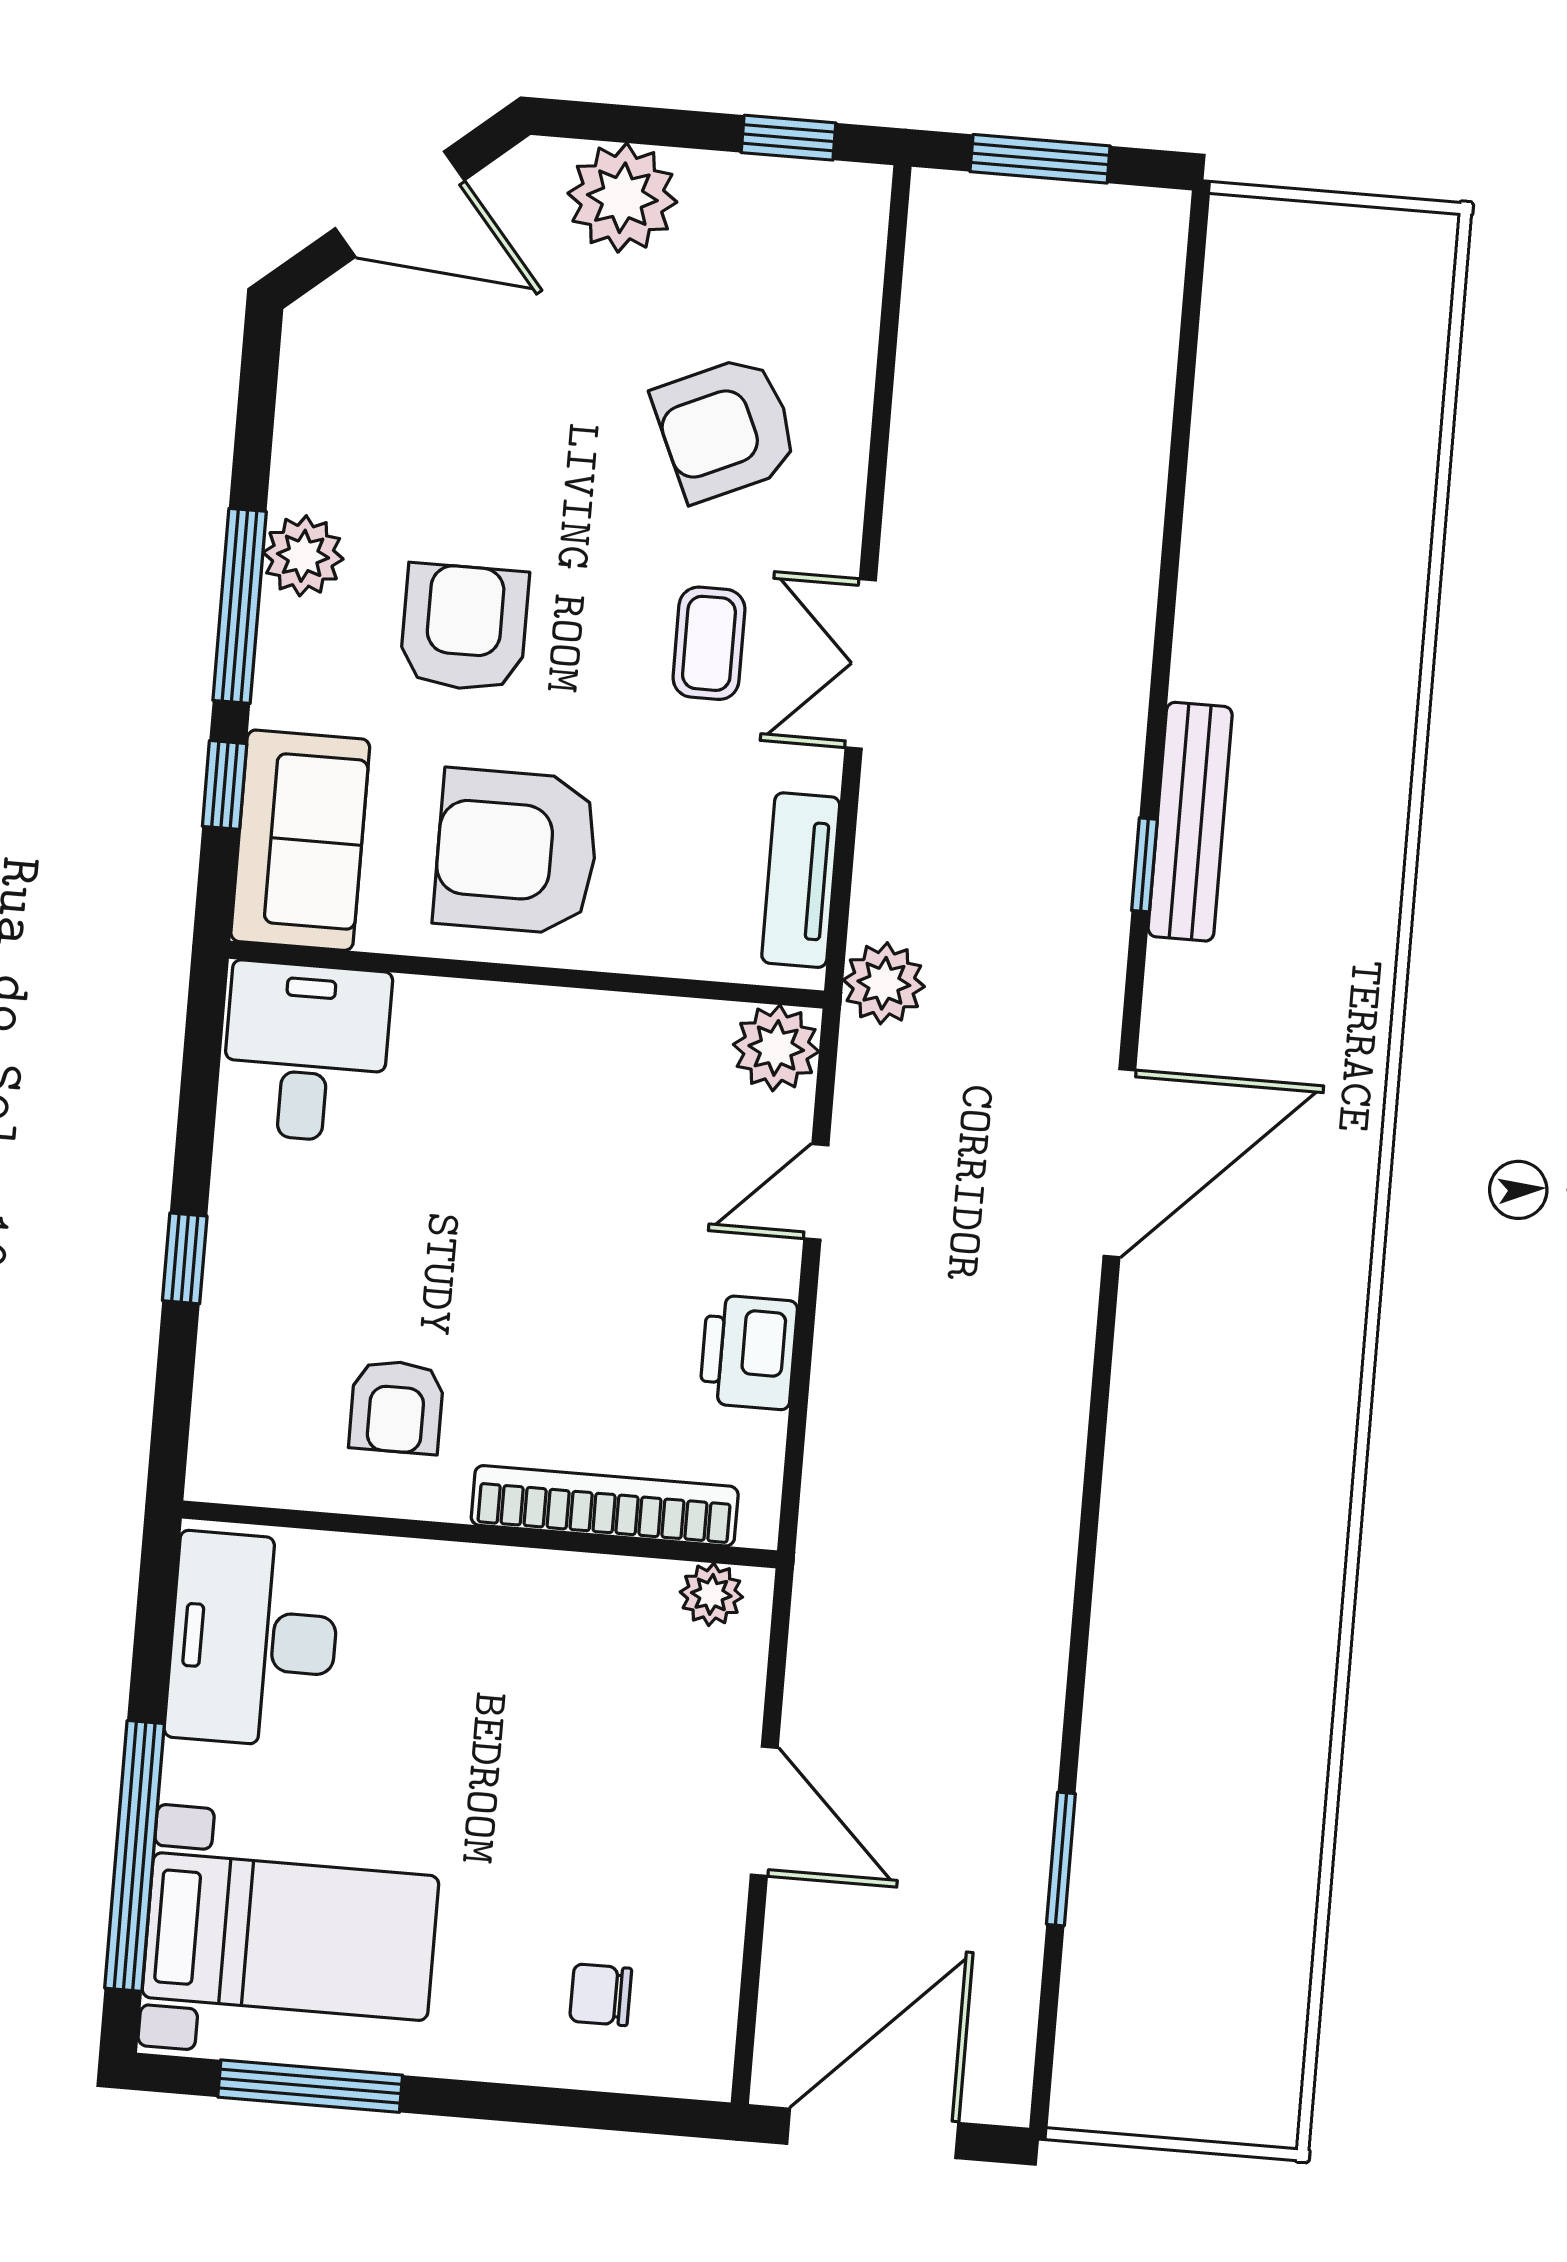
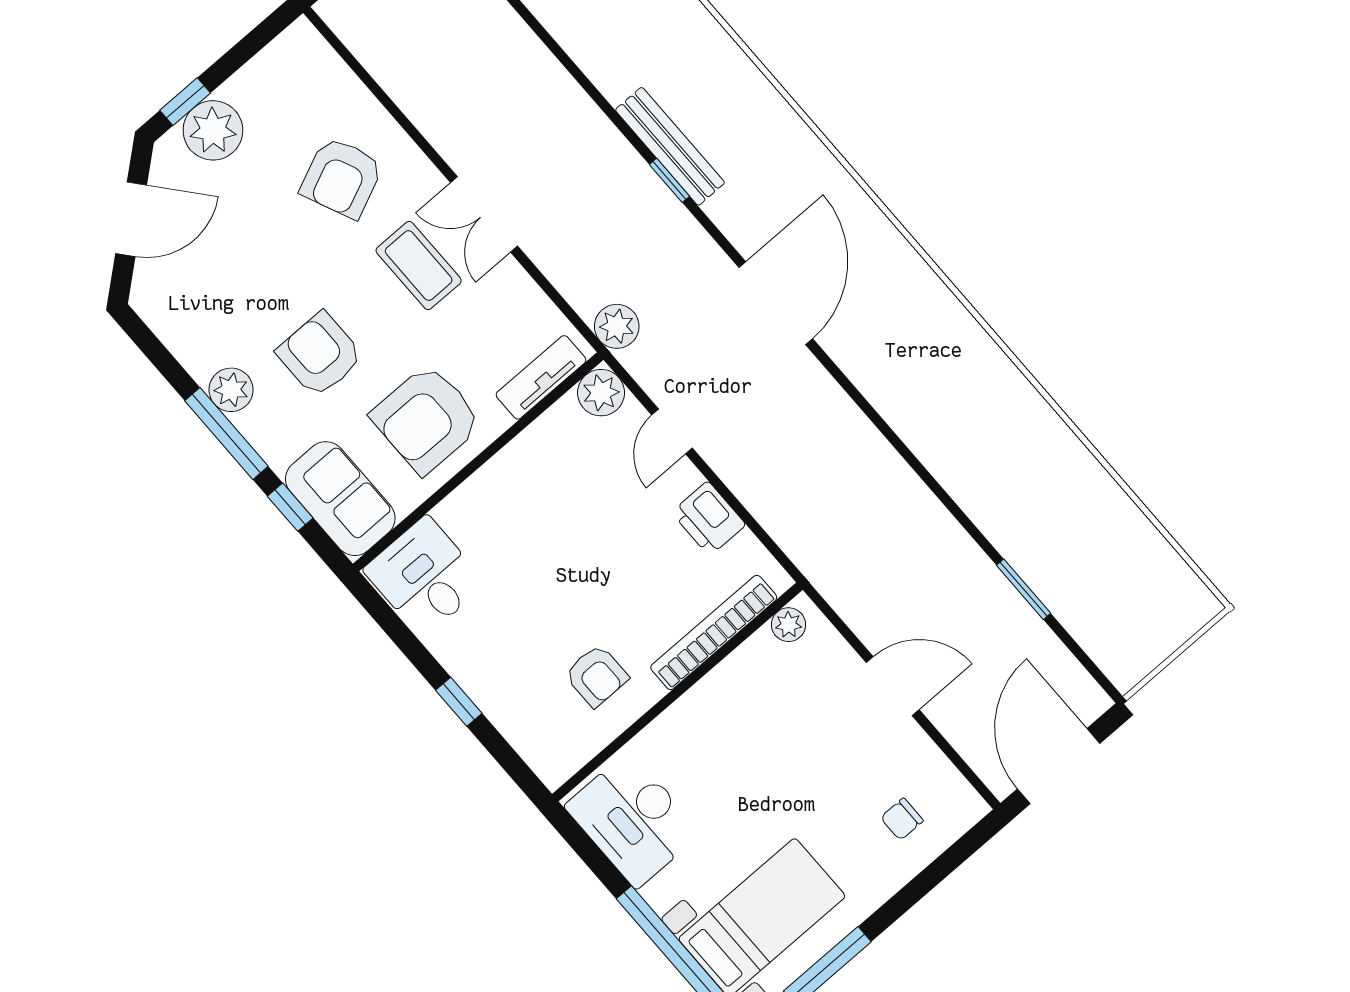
window: (788, 138) -> (185, 102), moved
coffee table: (709, 643) -> (419, 266), width x1.36, depth x1.30
tv unit: (801, 880) -> (541, 377), moved, turned 90

